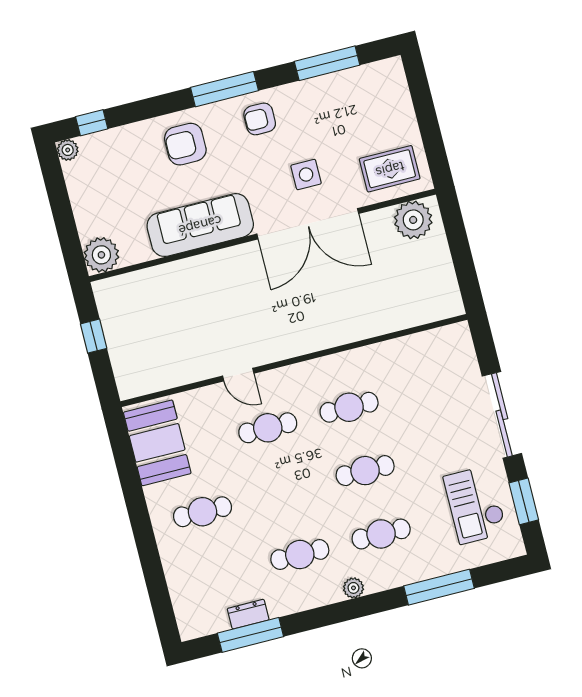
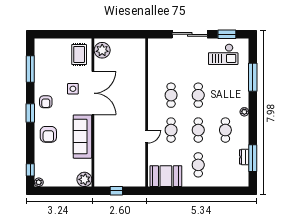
window: (225, 89) -> (30, 113), width x0.69
cafe table: (381, 534) -> (198, 130), moved

